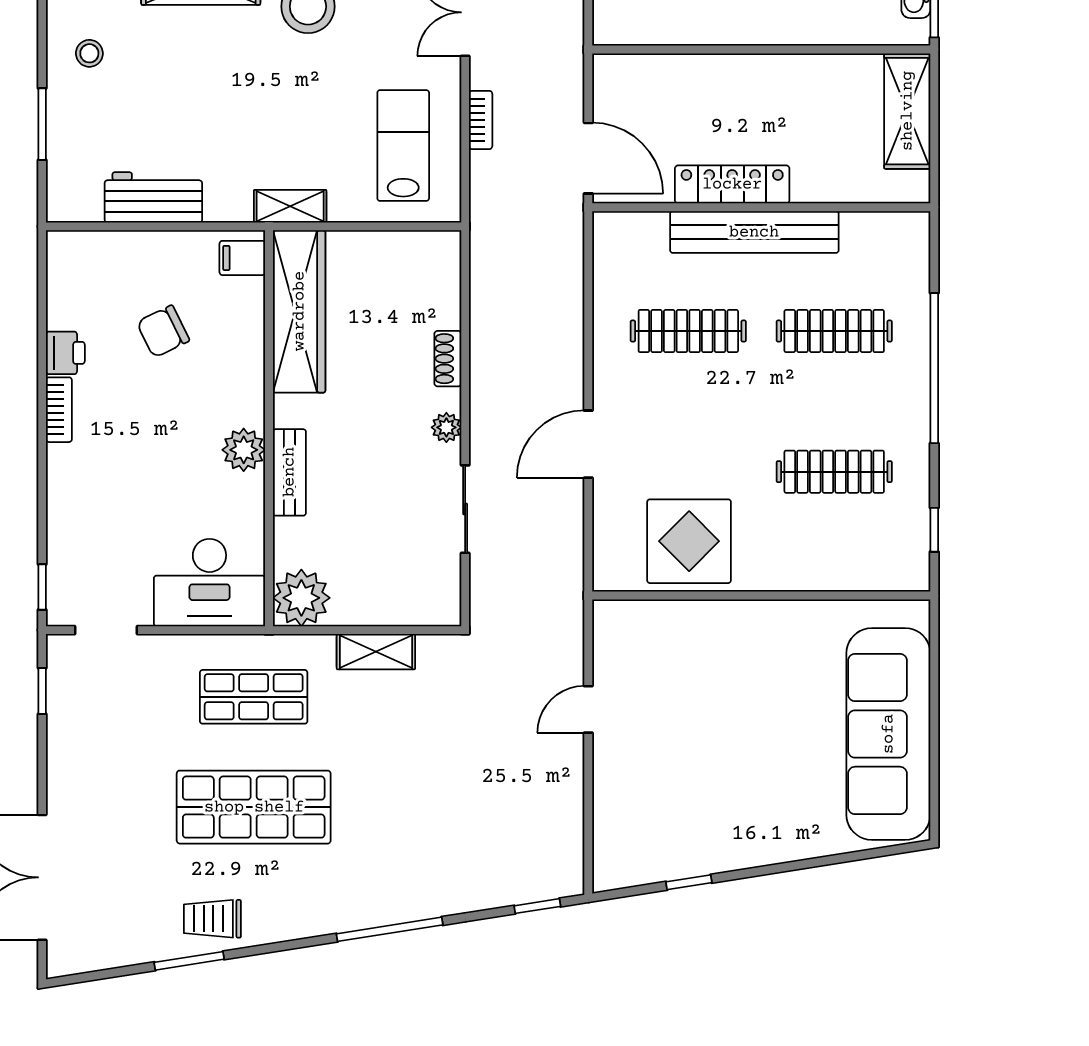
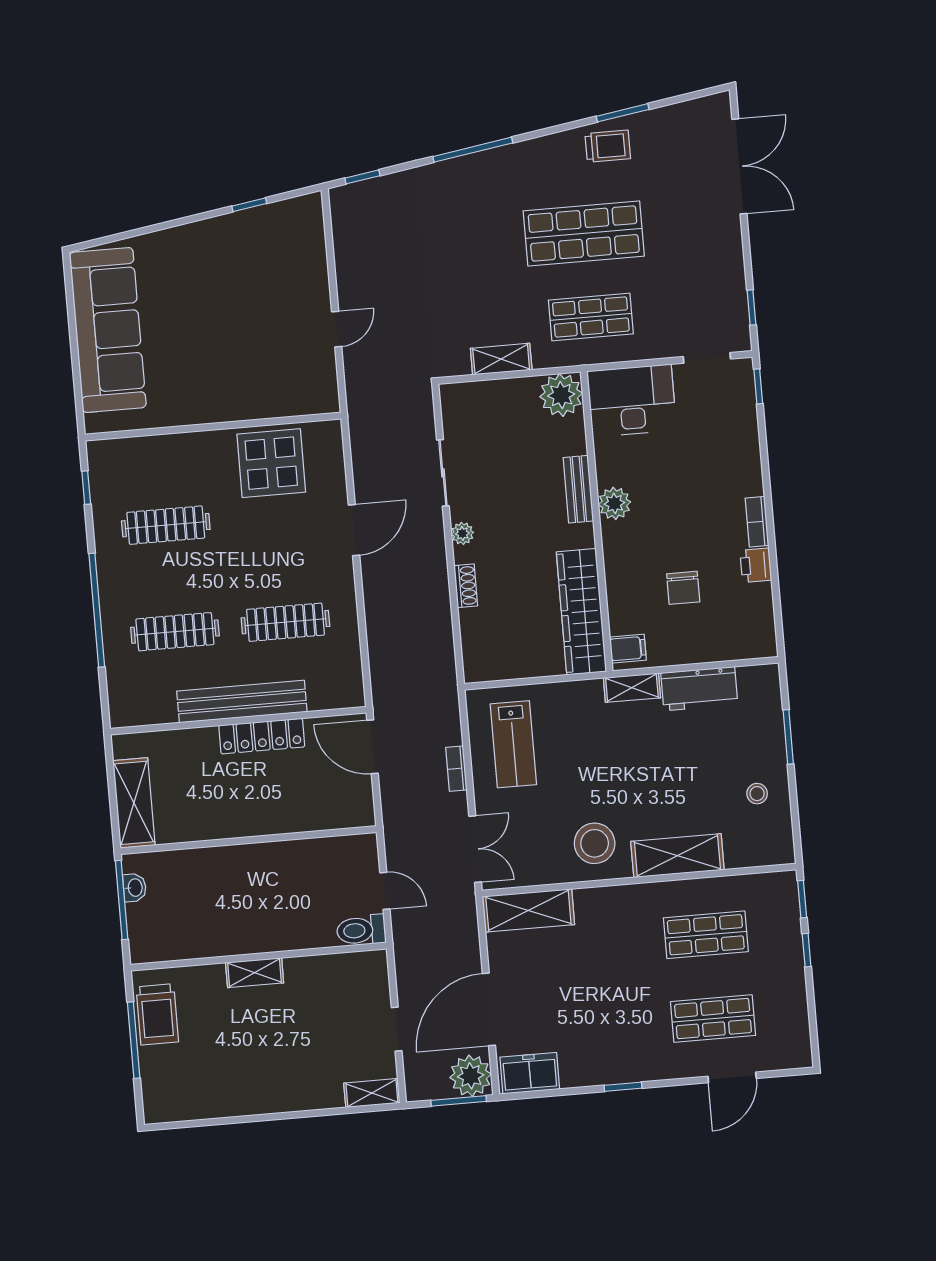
shelving: (290, 206) -> (632, 688), moved
chair: (163, 331) -> (683, 588), turned 116

